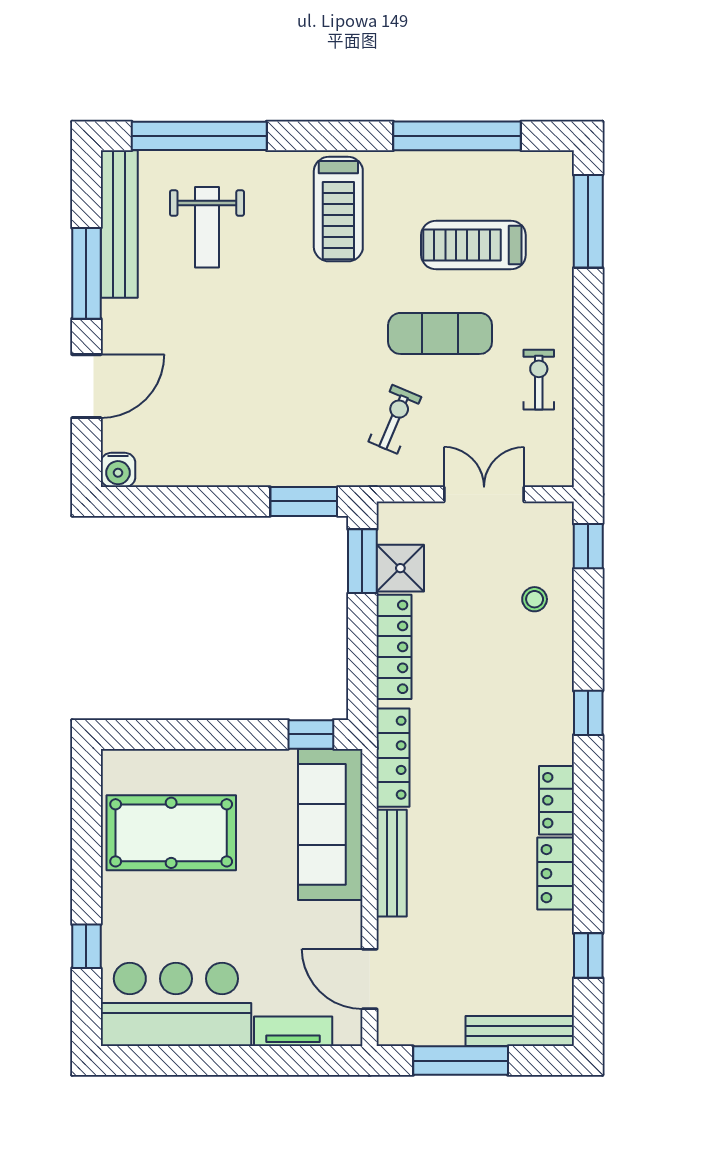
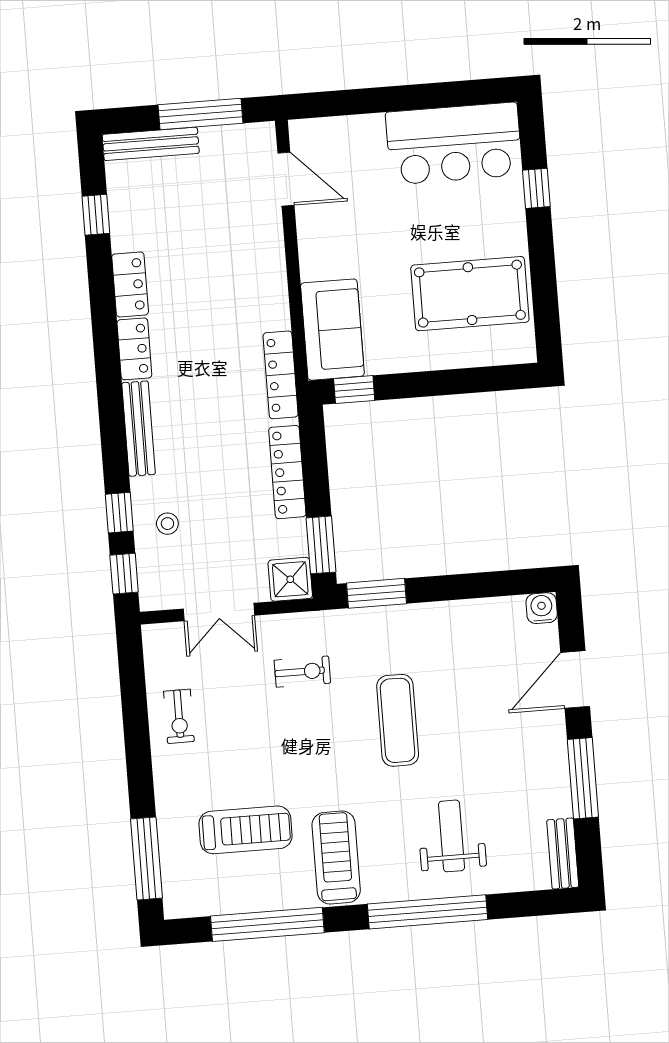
window: (199, 136) -> (427, 912), moved
treadmill: (338, 209) -> (336, 857), moved
bench: (119, 224) -> (563, 854), width x0.54, depth x0.82
weight bench: (207, 227) -> (451, 836), moved
exercise mat: (440, 333) -> (398, 720), moved, turned 90
exercise bike: (395, 419) -> (302, 672), turned -113
shower: (400, 568) -> (290, 579), moved
window: (588, 713) -> (119, 513), moved
sofa: (330, 824) -> (332, 330), width x0.73
bench: (392, 863) -> (139, 429), moved
tv unit: (293, 1031) -> (349, 128), removed

